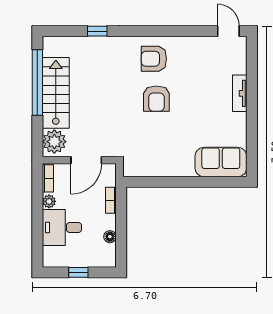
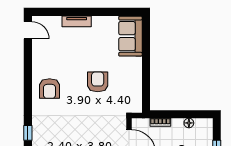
door: (228, 31) -> (28, 30), swing flipped
armchair: (156, 99) -> (98, 82), moved, turned -90

